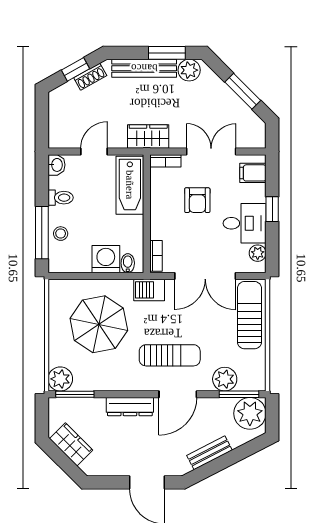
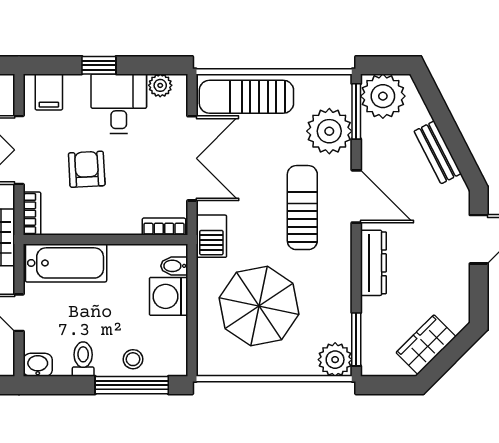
armchair: (197, 200) -> (87, 169), turned -93
plant: (225, 379) -> (329, 131), width x1.36, depth x1.36

